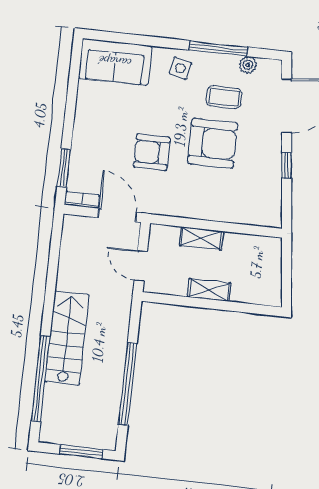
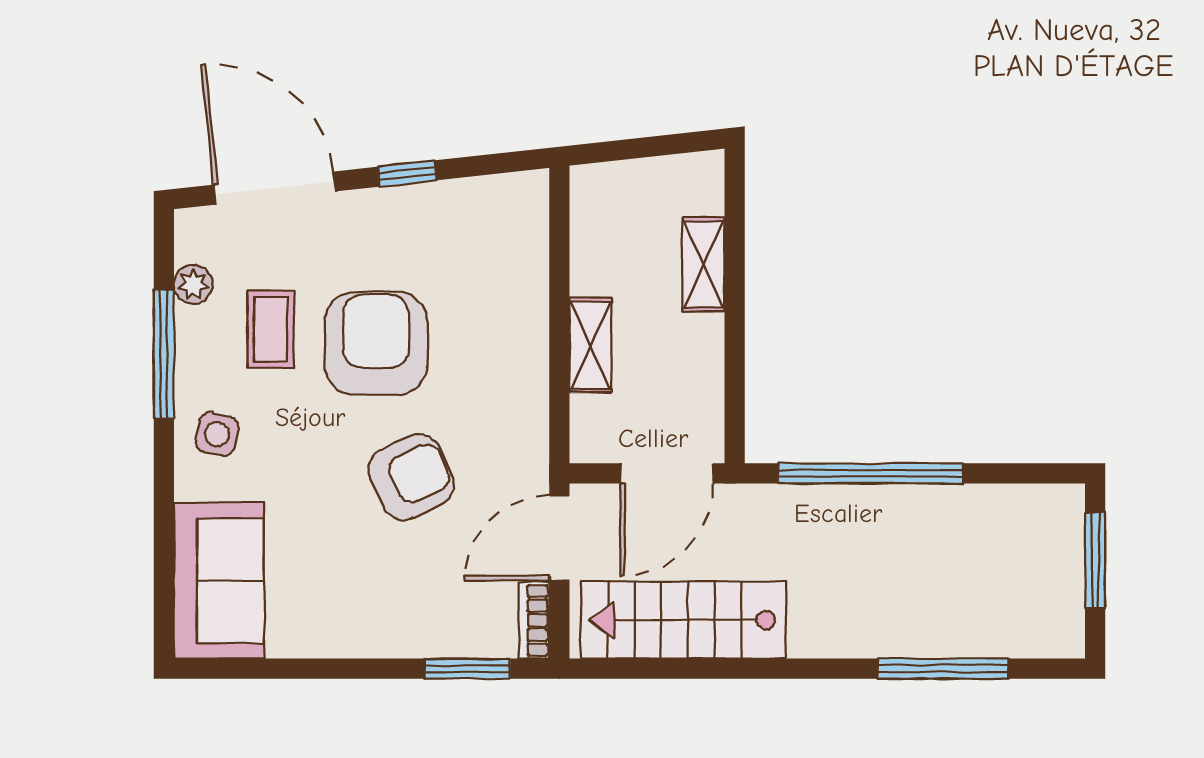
armchair: (152, 152) -> (411, 477), turned -115
door: (141, 266) -> (667, 473), width x1.38
shelving: (209, 290) -> (703, 265), moved
stairs: (67, 338) -> (684, 620), moved
window: (41, 379) -> (943, 669), width x0.68
window: (128, 384) -> (871, 473), moved

